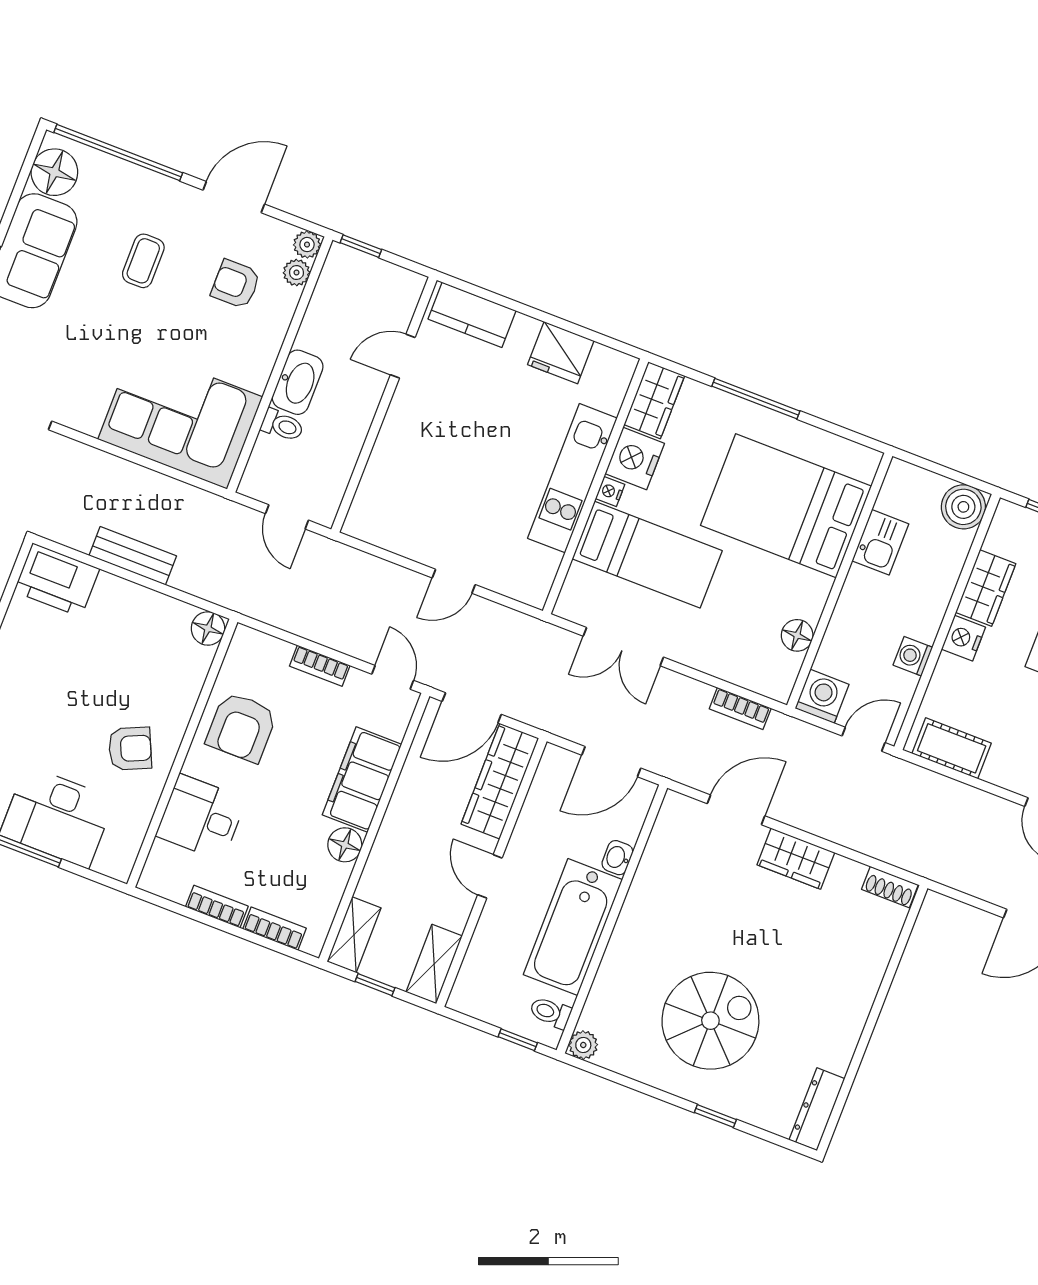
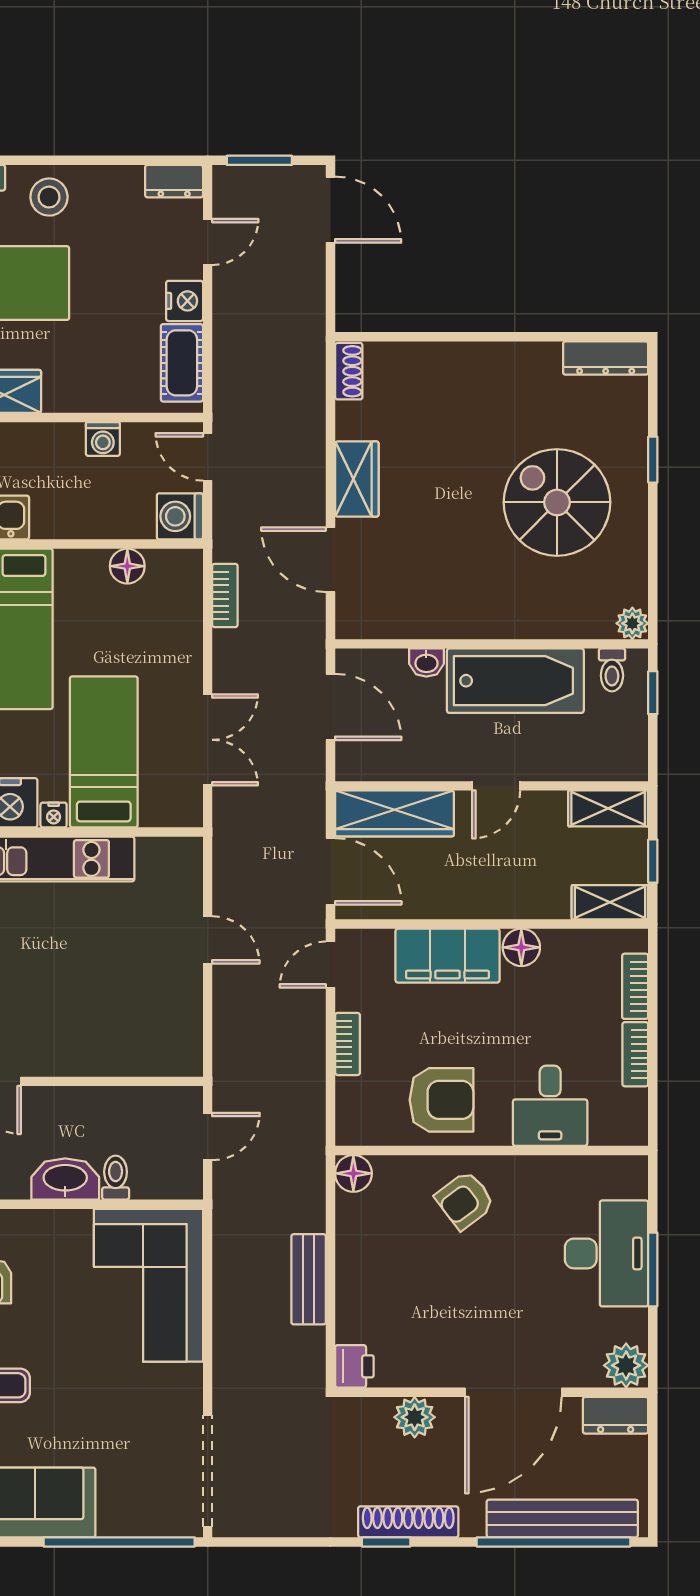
printer: (57, 580) -> (354, 1366), width x0.53, depth x0.68
nightstand: (963, 638) -> (185, 301), moved, turned -90
armchair: (130, 749) -> (465, 1200), moved, turned -103

